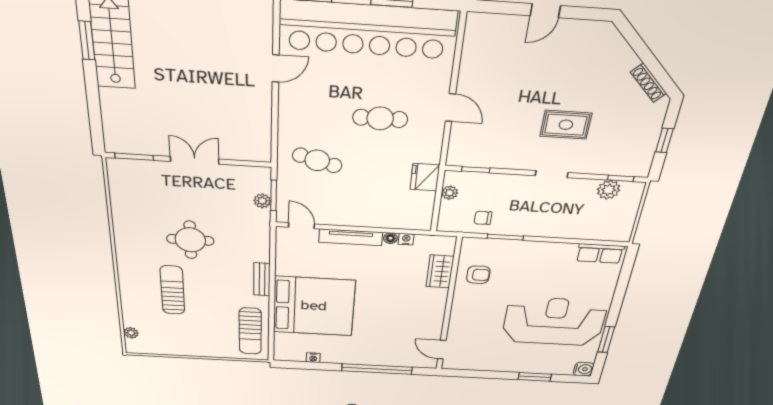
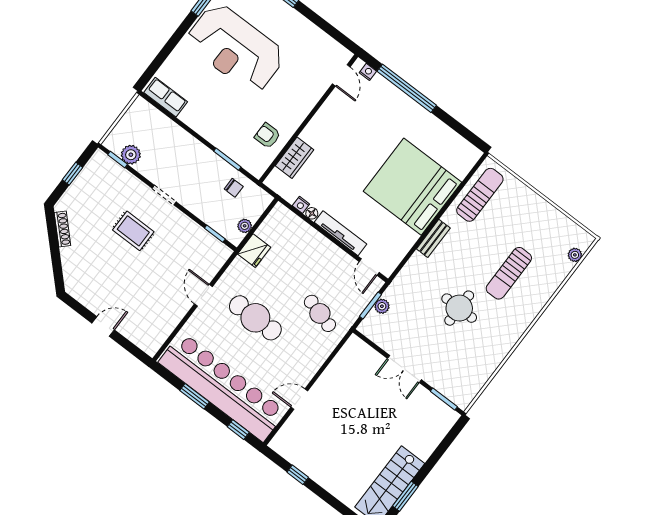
cafe table: (380, 118) -> (255, 318), width x1.37, depth x1.35
nightstand: (313, 358) -> (368, 72), moved

